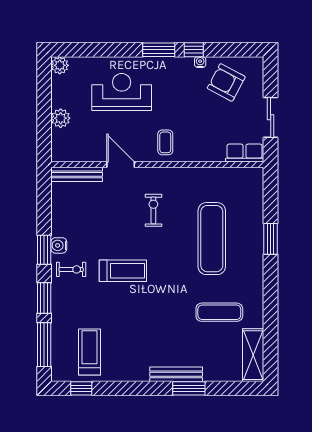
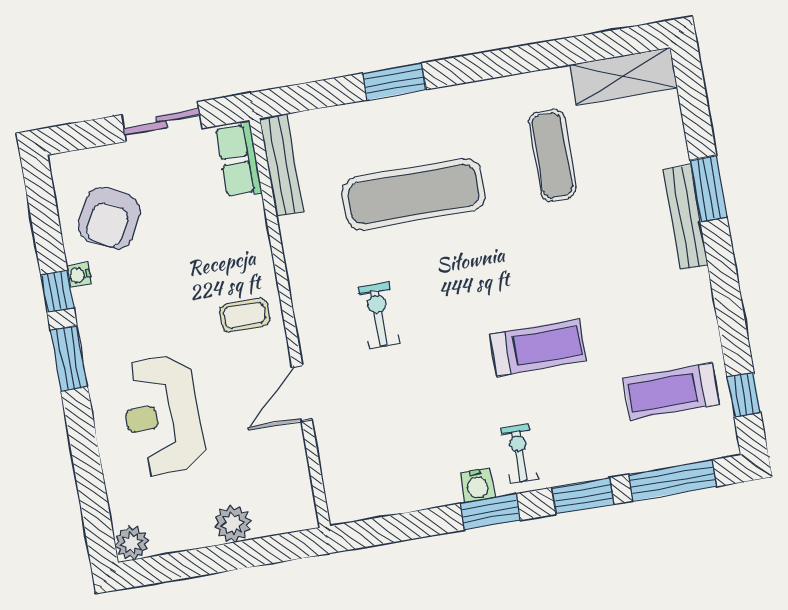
bench: (77, 174) -> (282, 165), moved
exercise bike: (153, 210) -> (379, 315), turned 90
treadmill: (123, 271) -> (538, 347), moved, turned 90

